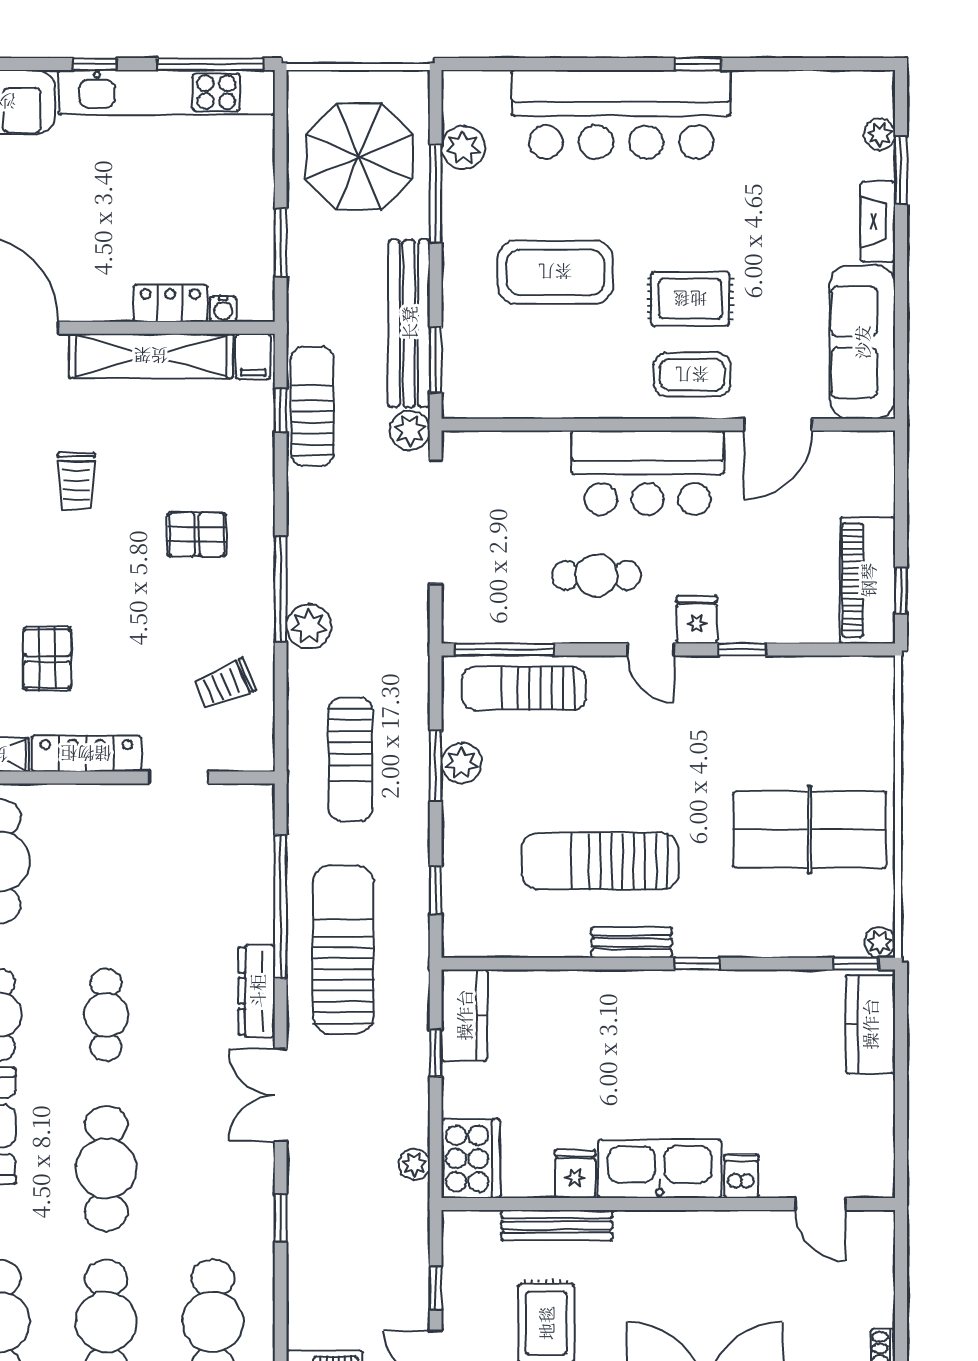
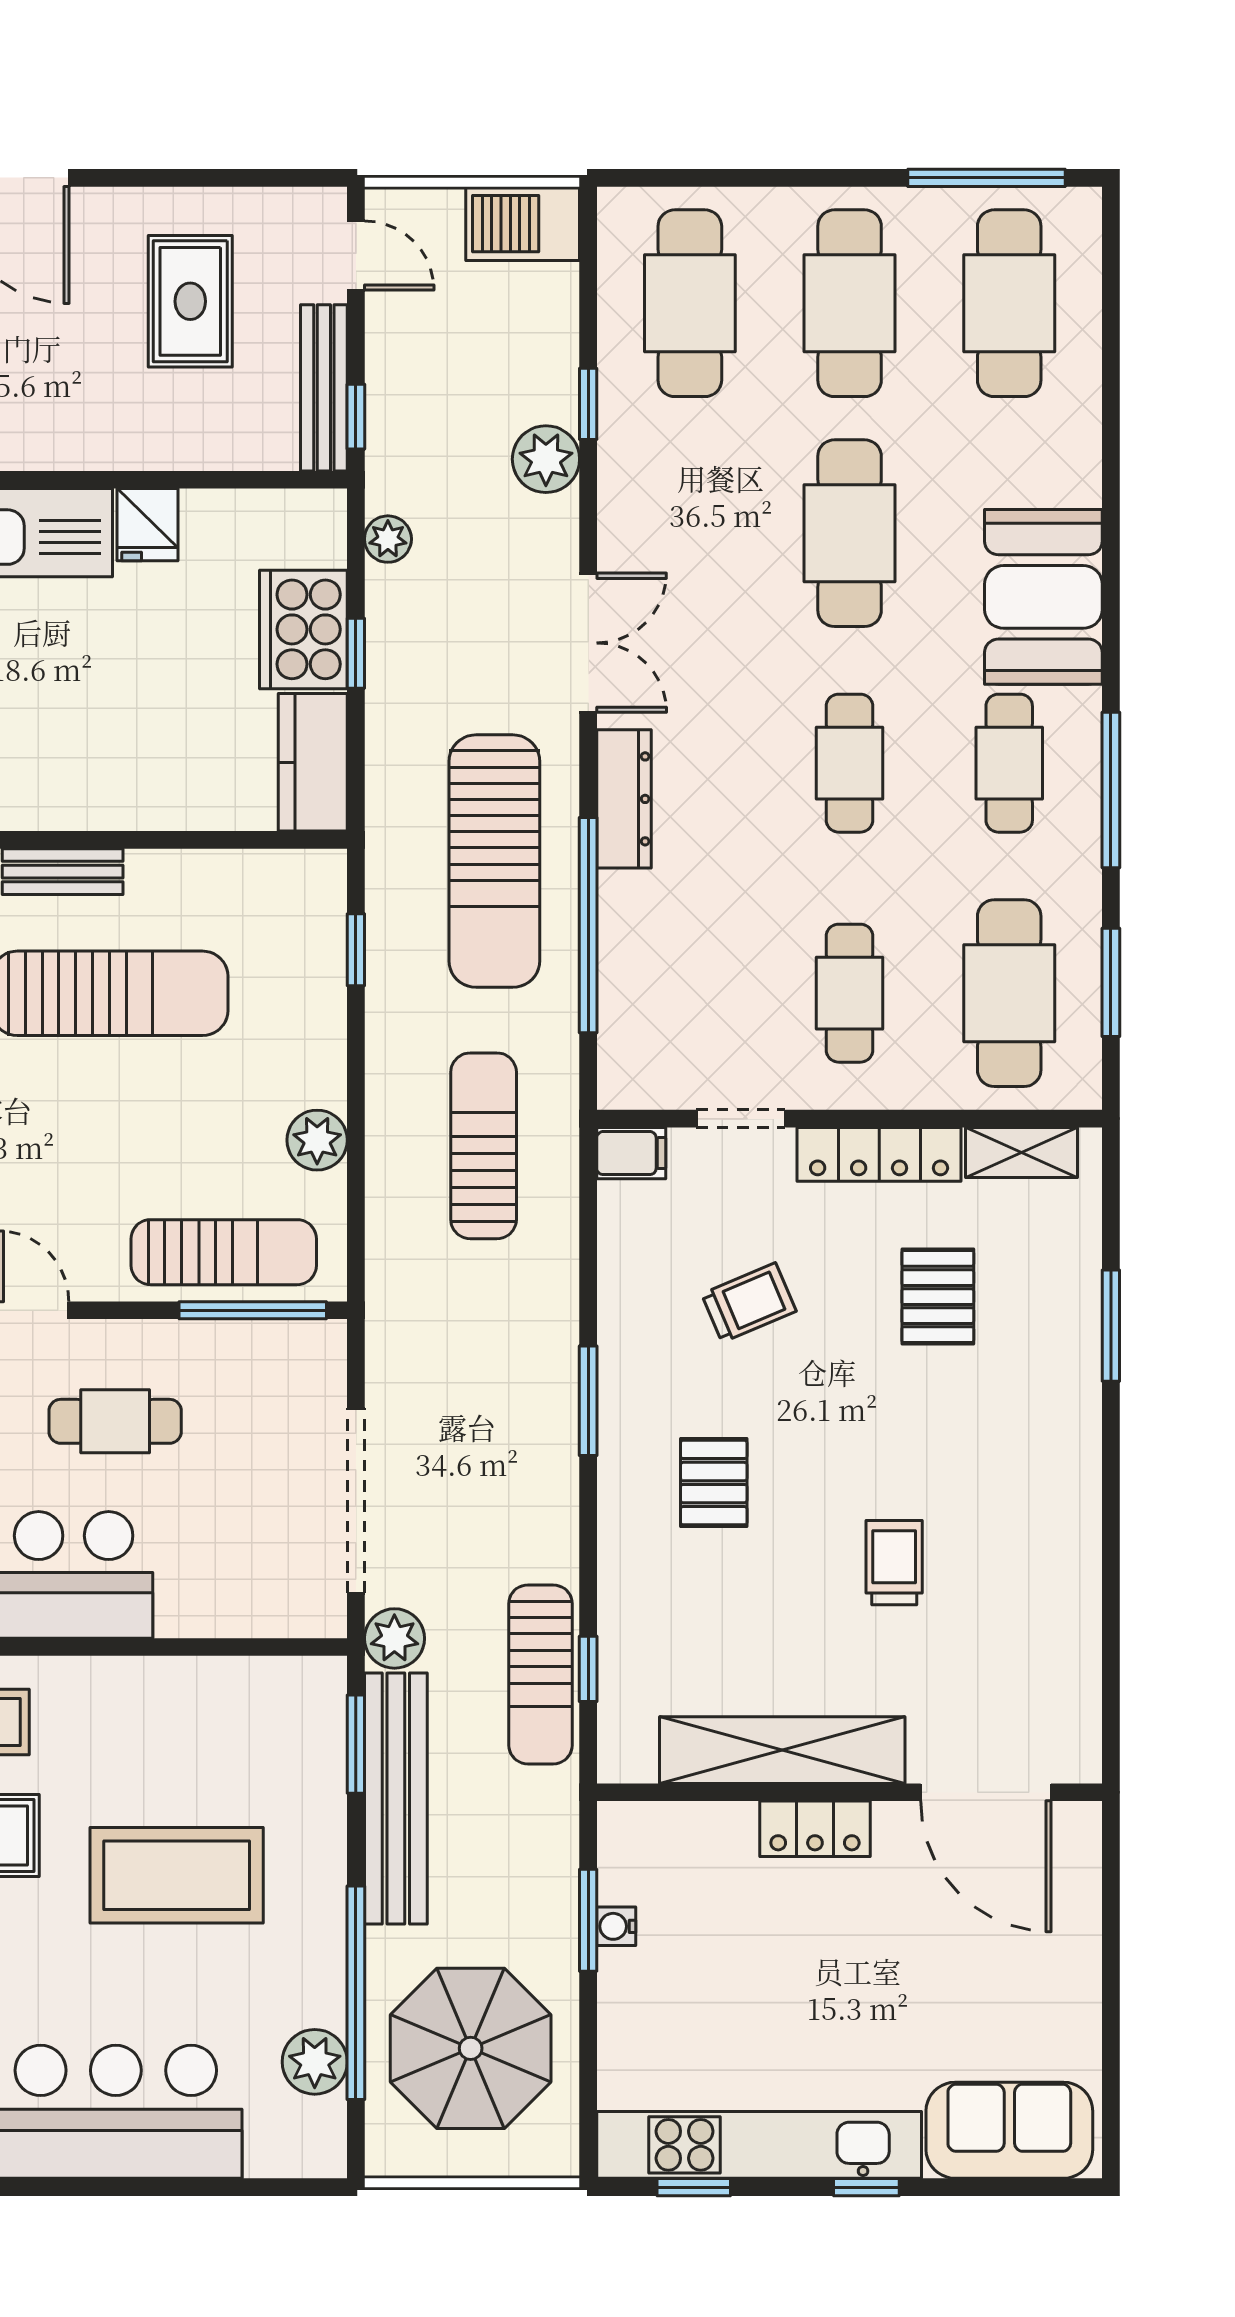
window: (210, 64) -> (694, 2187), width x0.46
window: (436, 194) -> (356, 1993), width x1.46
locker: (170, 303) -> (815, 1829), moved
water cooler: (223, 309) -> (616, 1926), moved, turned -90
filing cabinet: (253, 356) -> (631, 1153), moved, turned 90
pallet: (197, 534) -> (714, 1483), turned 90
window: (281, 589) -> (588, 1401), width x0.69
plant: (309, 626) -> (546, 459), moved
trolley: (225, 684) -> (749, 1303), moved
window: (436, 766) -> (356, 1136), removed
cafe table: (106, 861) -> (850, 993), added
window: (436, 1053) -> (356, 653), moved
cooker: (471, 1159) -> (303, 629), moved
window: (281, 1218) -> (588, 404), moved
bench: (557, 1225) -> (324, 388), moved, turned 90
window: (436, 1288) -> (356, 417), moved

